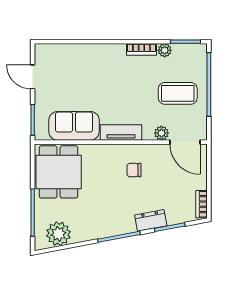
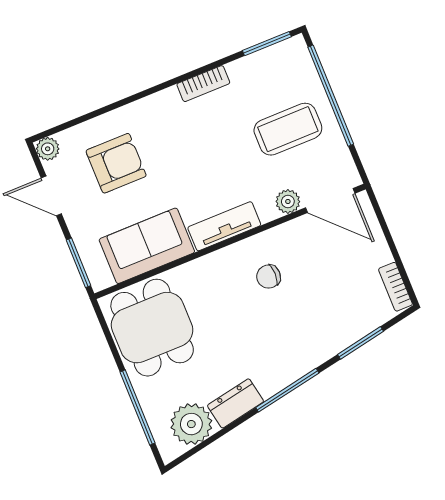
plant: (165, 50) -> (48, 149), moved
armchair: (76, 74) -> (116, 163), added
dresser: (151, 220) -> (235, 403), moved

